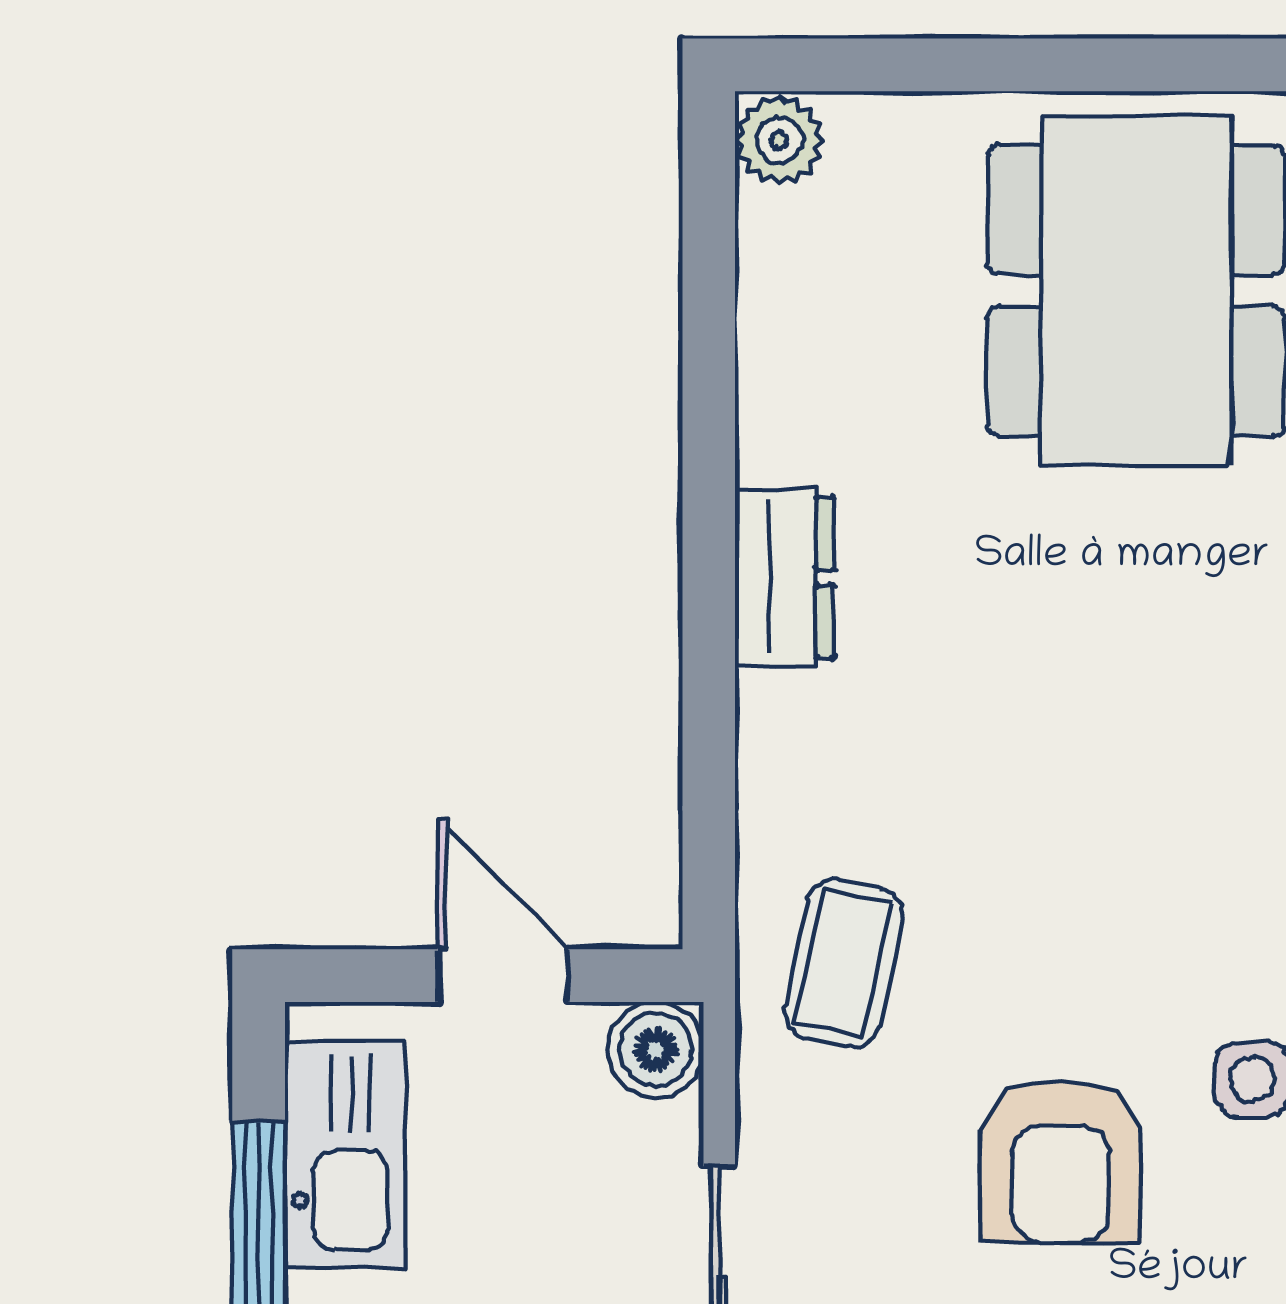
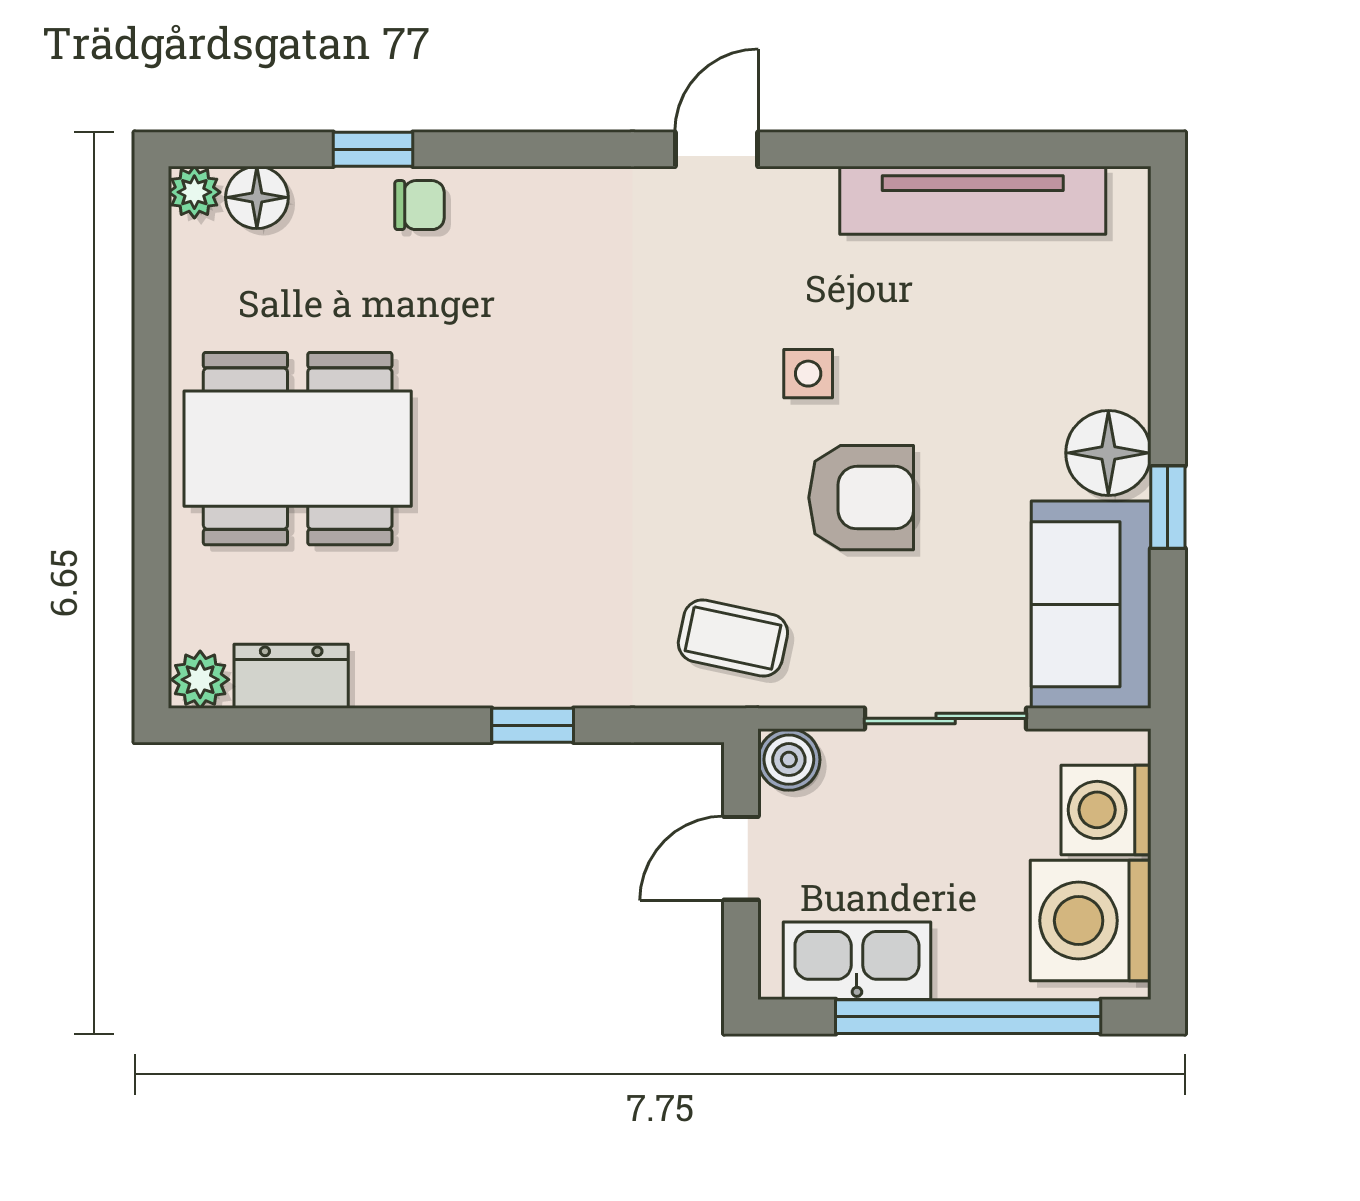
dresser: (784, 577) -> (291, 676), moved
window: (709, 654) -> (533, 725), added

